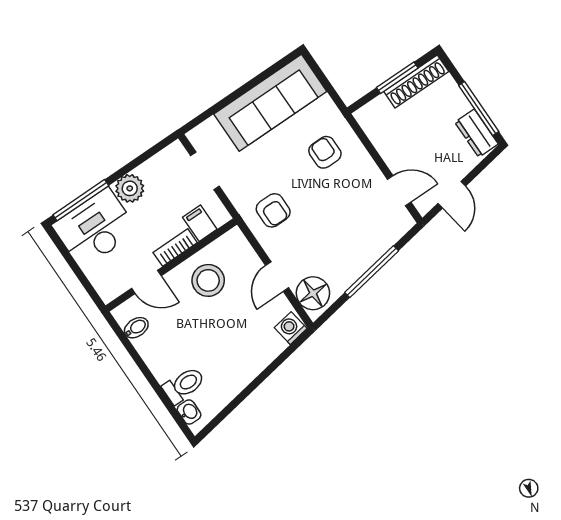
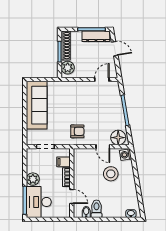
plant: (378, 113) -> (68, 68), added
dresser: (476, 133) -> (96, 36), width x1.44
armchair: (325, 152) -> (69, 97), removed
door: (452, 195) -> (115, 49), moved
stool: (208, 280) -> (111, 174), moved
door: (146, 282) -> (72, 197), hinge flipped
toilet: (184, 385) -> (96, 209), moved

